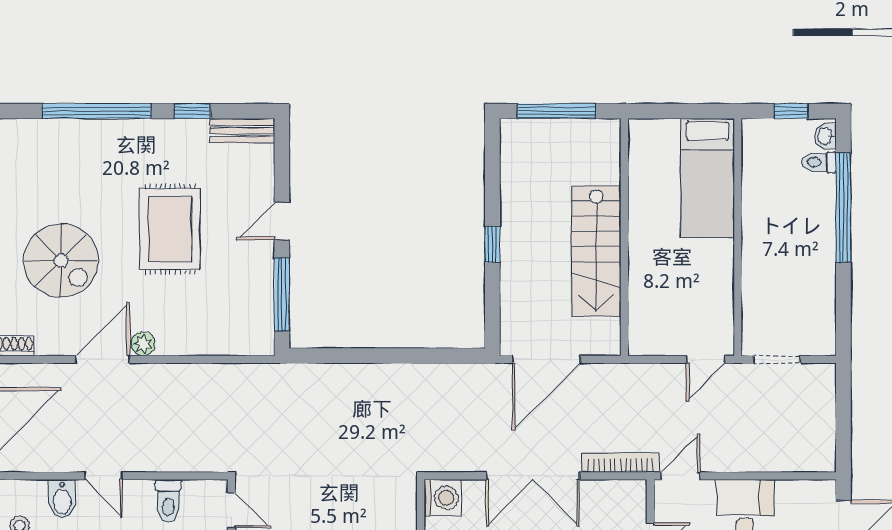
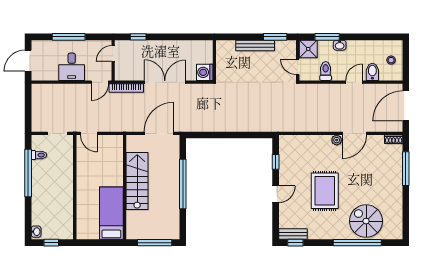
window: (192, 111) -> (295, 243), moved
toilet: (819, 162) -> (39, 155), moved
bed: (707, 178) -> (111, 213), moved
window: (843, 208) -> (28, 173), moved
window: (492, 244) -> (183, 184), width x3.17
spiral stairs: (61, 261) -> (366, 221), moved
window: (282, 295) -> (276, 162), width x0.46
door: (706, 359) -> (89, 133), swing flipped
door: (103, 476) -> (354, 82), hinge flipped

